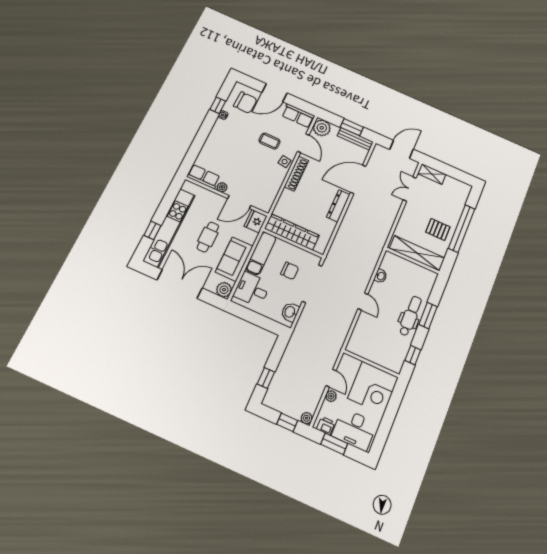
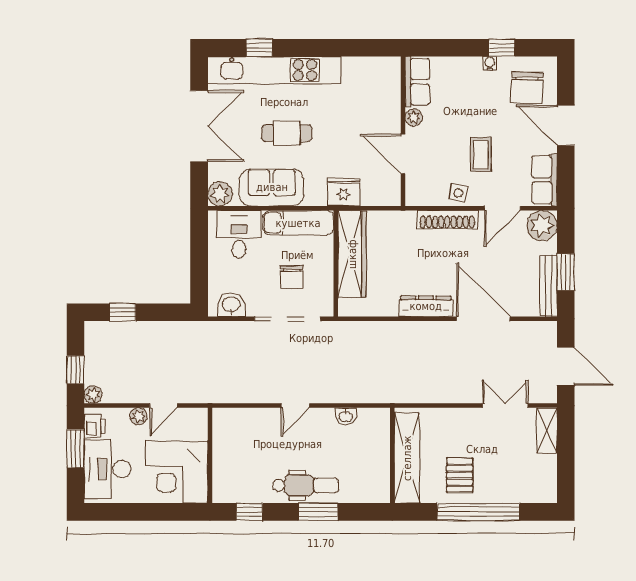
row of seats: (203, 177) -> (417, 82), moved
plant: (222, 187) -> (414, 117), moved
wall: (227, 196) -> (403, 131), moved
door: (239, 202) -> (403, 154), moved

